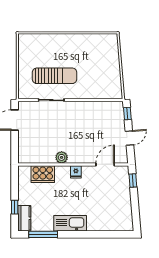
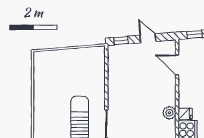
fridge: (76, 172) -> (185, 114), moved

